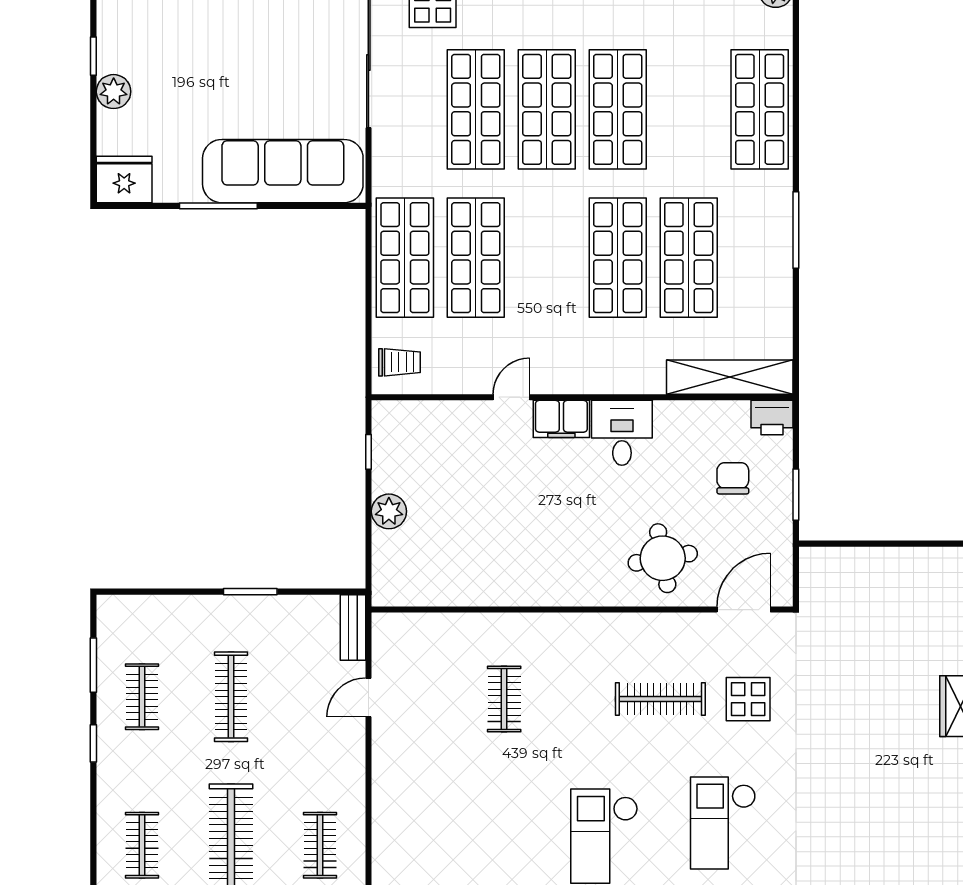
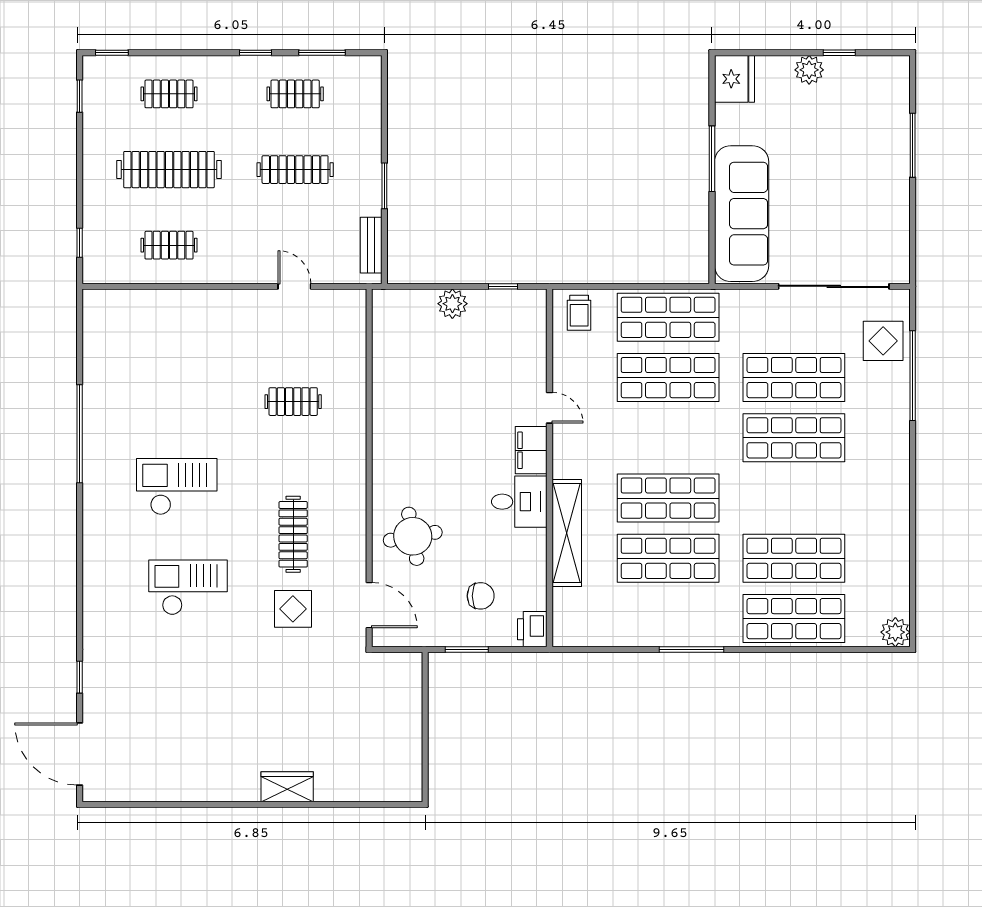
shop shelf: (618, 109) -> (794, 558), moved
shelving: (730, 377) -> (567, 533), moved
bench: (353, 628) -> (371, 245), moved, turned 90

